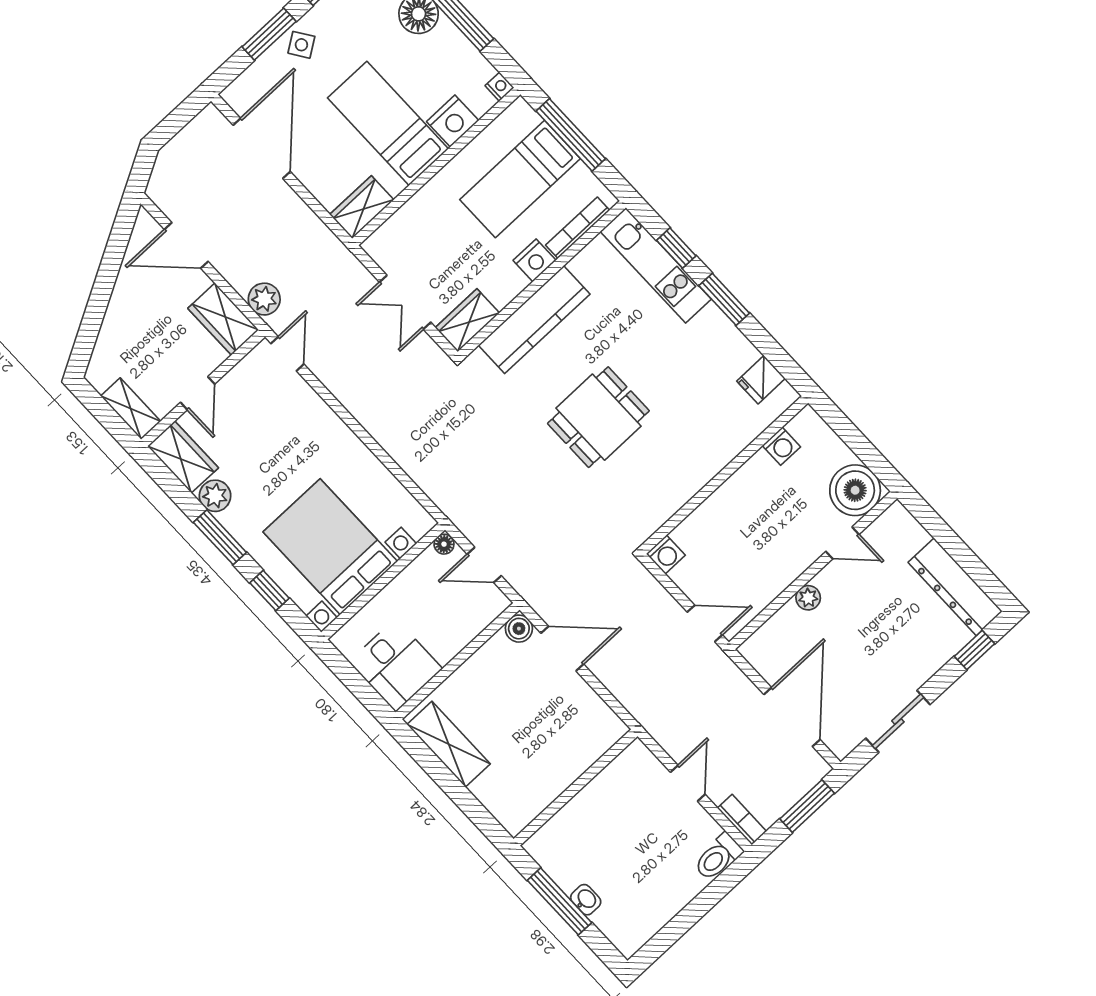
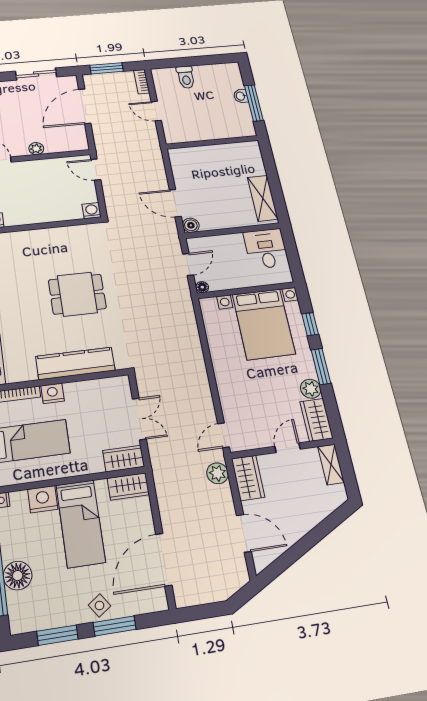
wardrobe: (467, 320) -> (124, 458), moved, turned 180
door: (484, 565) -> (188, 264), hinge flipped
door: (688, 783) -> (156, 111), hinge flipped
toilet: (718, 857) -> (186, 77), moved, turned 90

